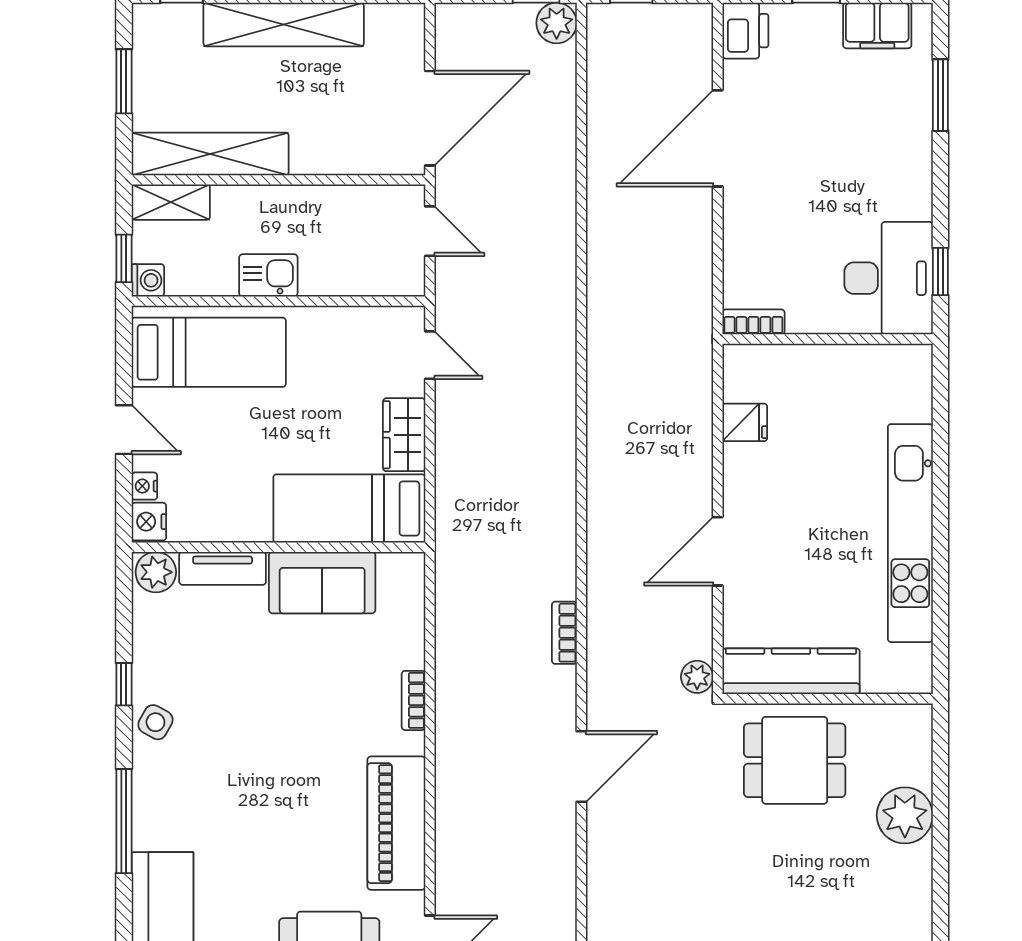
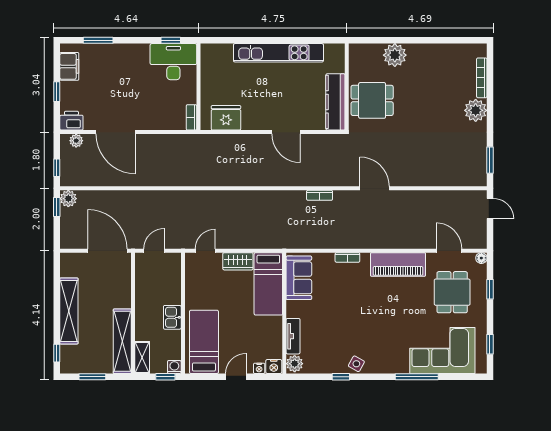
fridge: (745, 422) -> (226, 118), width x1.88, depth x1.34
sofa: (322, 583) -> (299, 278), moved
plant: (697, 677) -> (76, 141), moved
dining table: (795, 760) -> (372, 100), turned 90
window: (124, 821) -> (417, 377), moved

